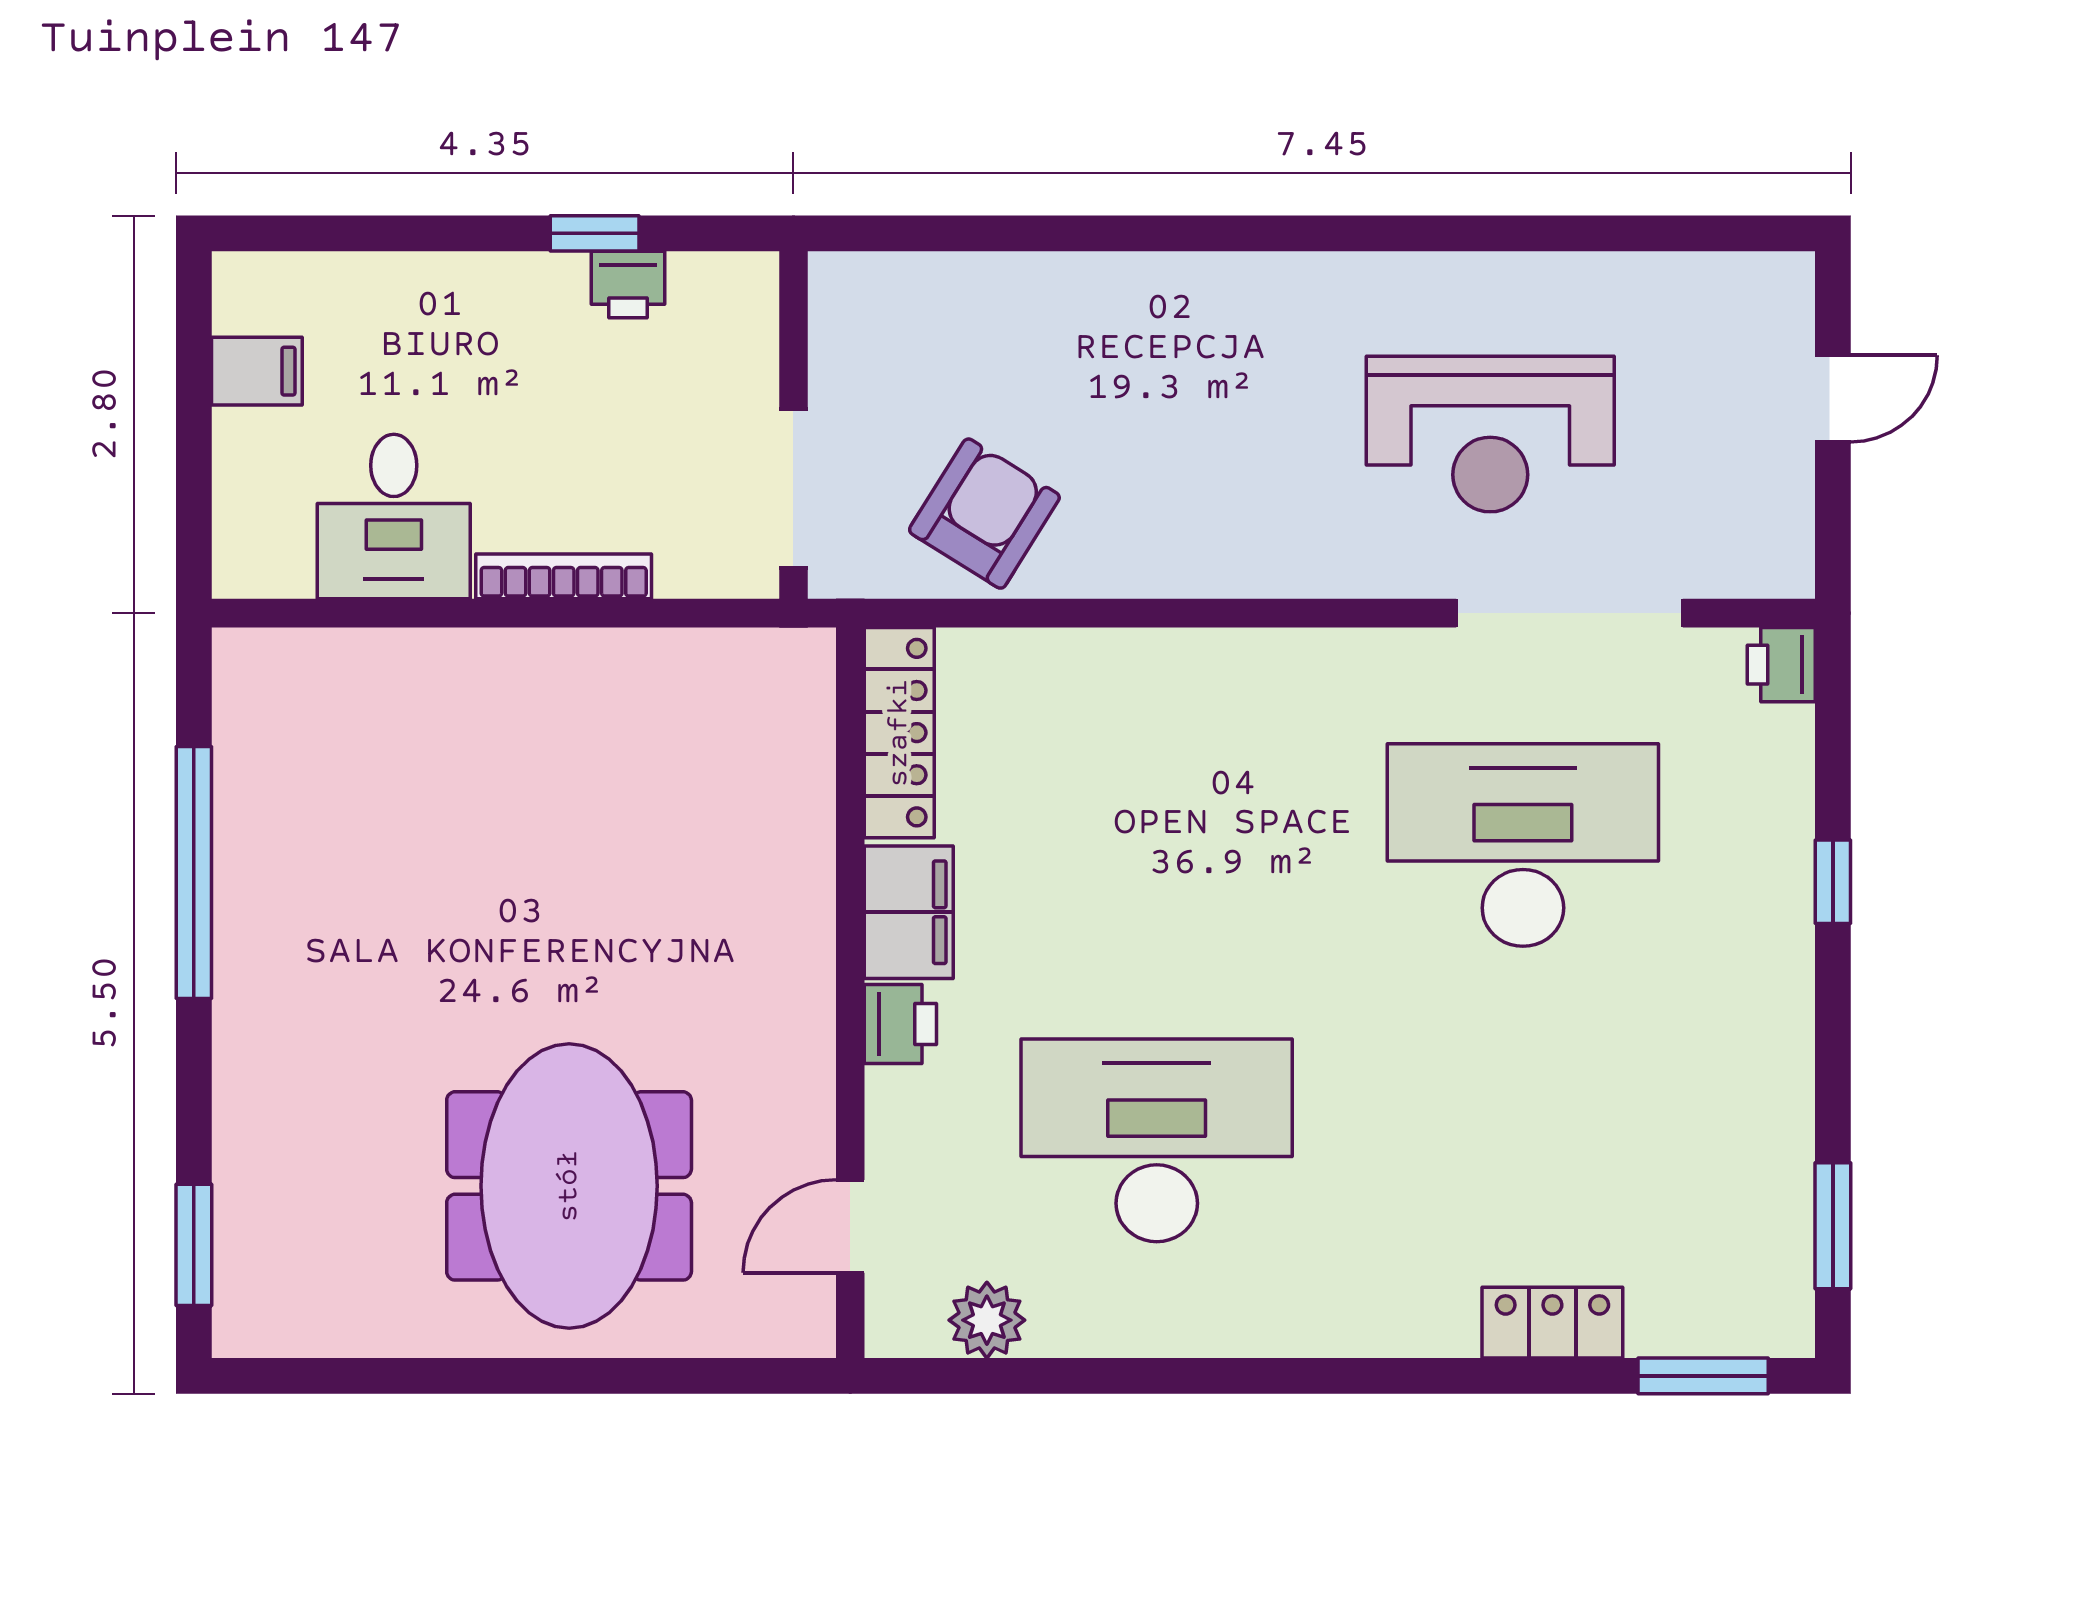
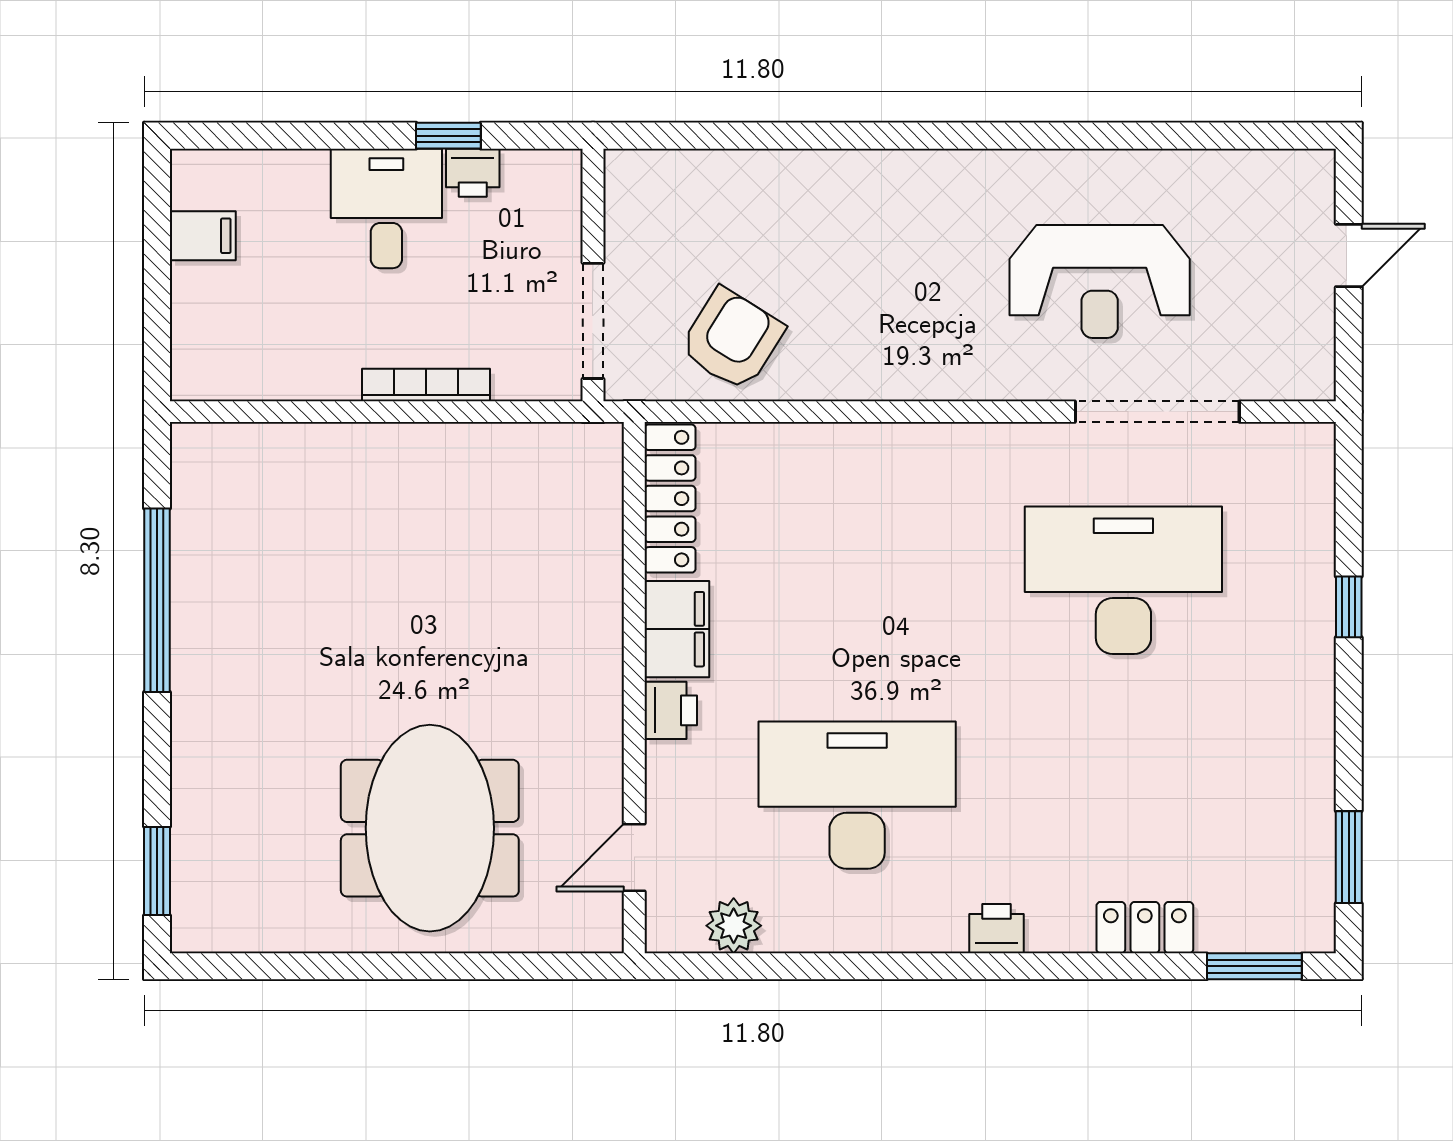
desk: (394, 517) -> (386, 208), moved, turned 180
printer: (1781, 665) -> (997, 929), moved, turned 90

